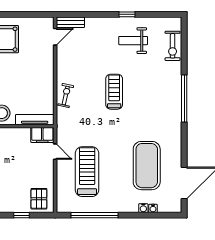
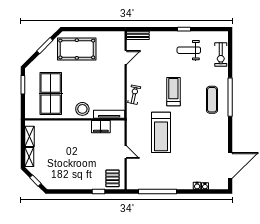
door: (55, 37) -> (126, 58), moved
filing cabinet: (42, 135) -> (101, 127), moved
door: (55, 152) -> (126, 152), moved
exercise mat: (147, 166) -> (212, 100), moved, width x0.50, depth x0.69
treadmill: (87, 172) -> (161, 132), moved, turned 180

